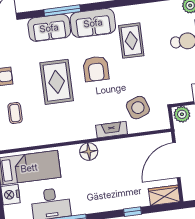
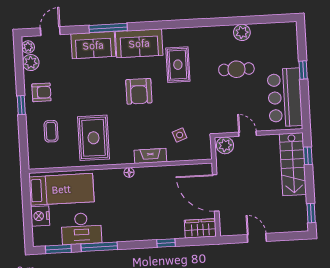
rug: (57, 82) -> (94, 138), moved
side table: (138, 108) -> (180, 135), width x0.54, depth x0.54
floor lamp: (89, 152) -> (129, 172), width x0.53, depth x0.53
door: (176, 160) -> (216, 193), hinge flipped

